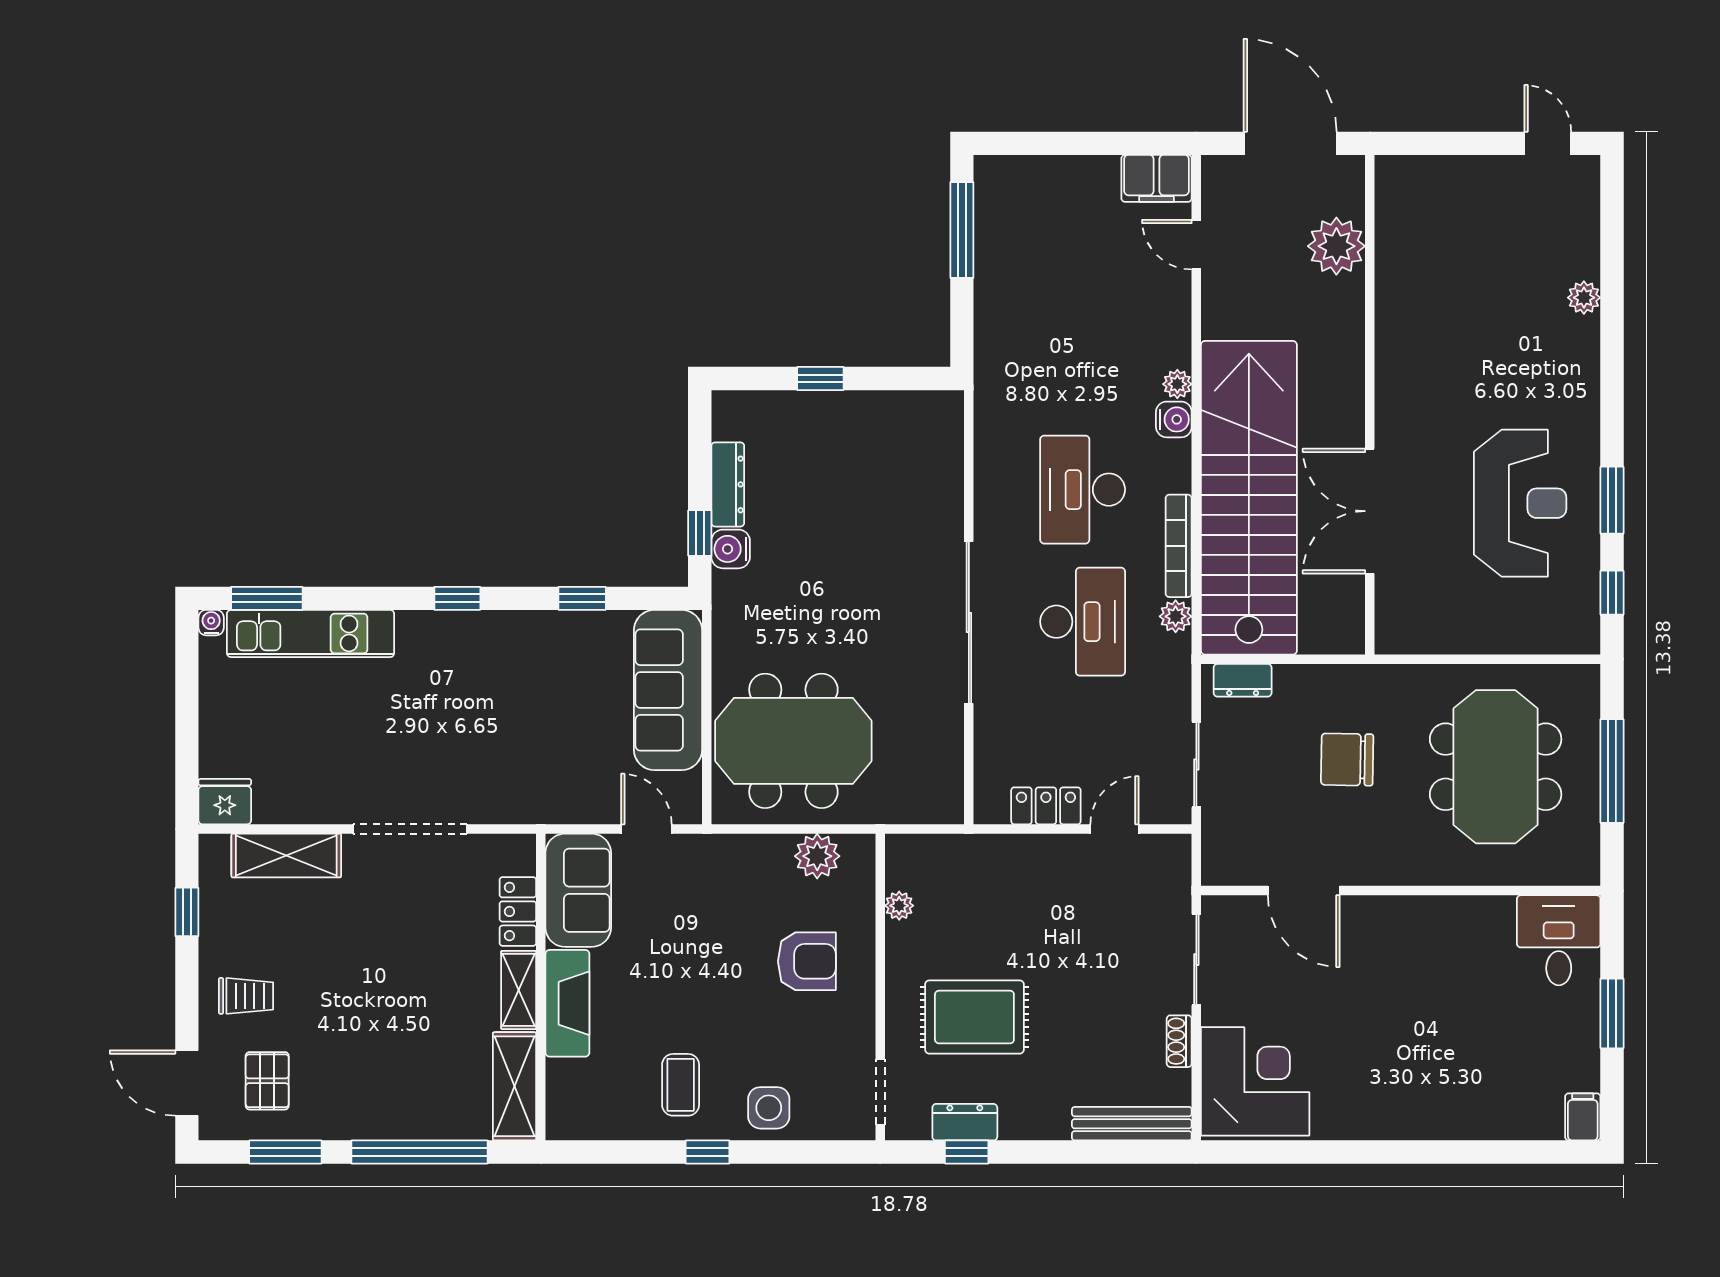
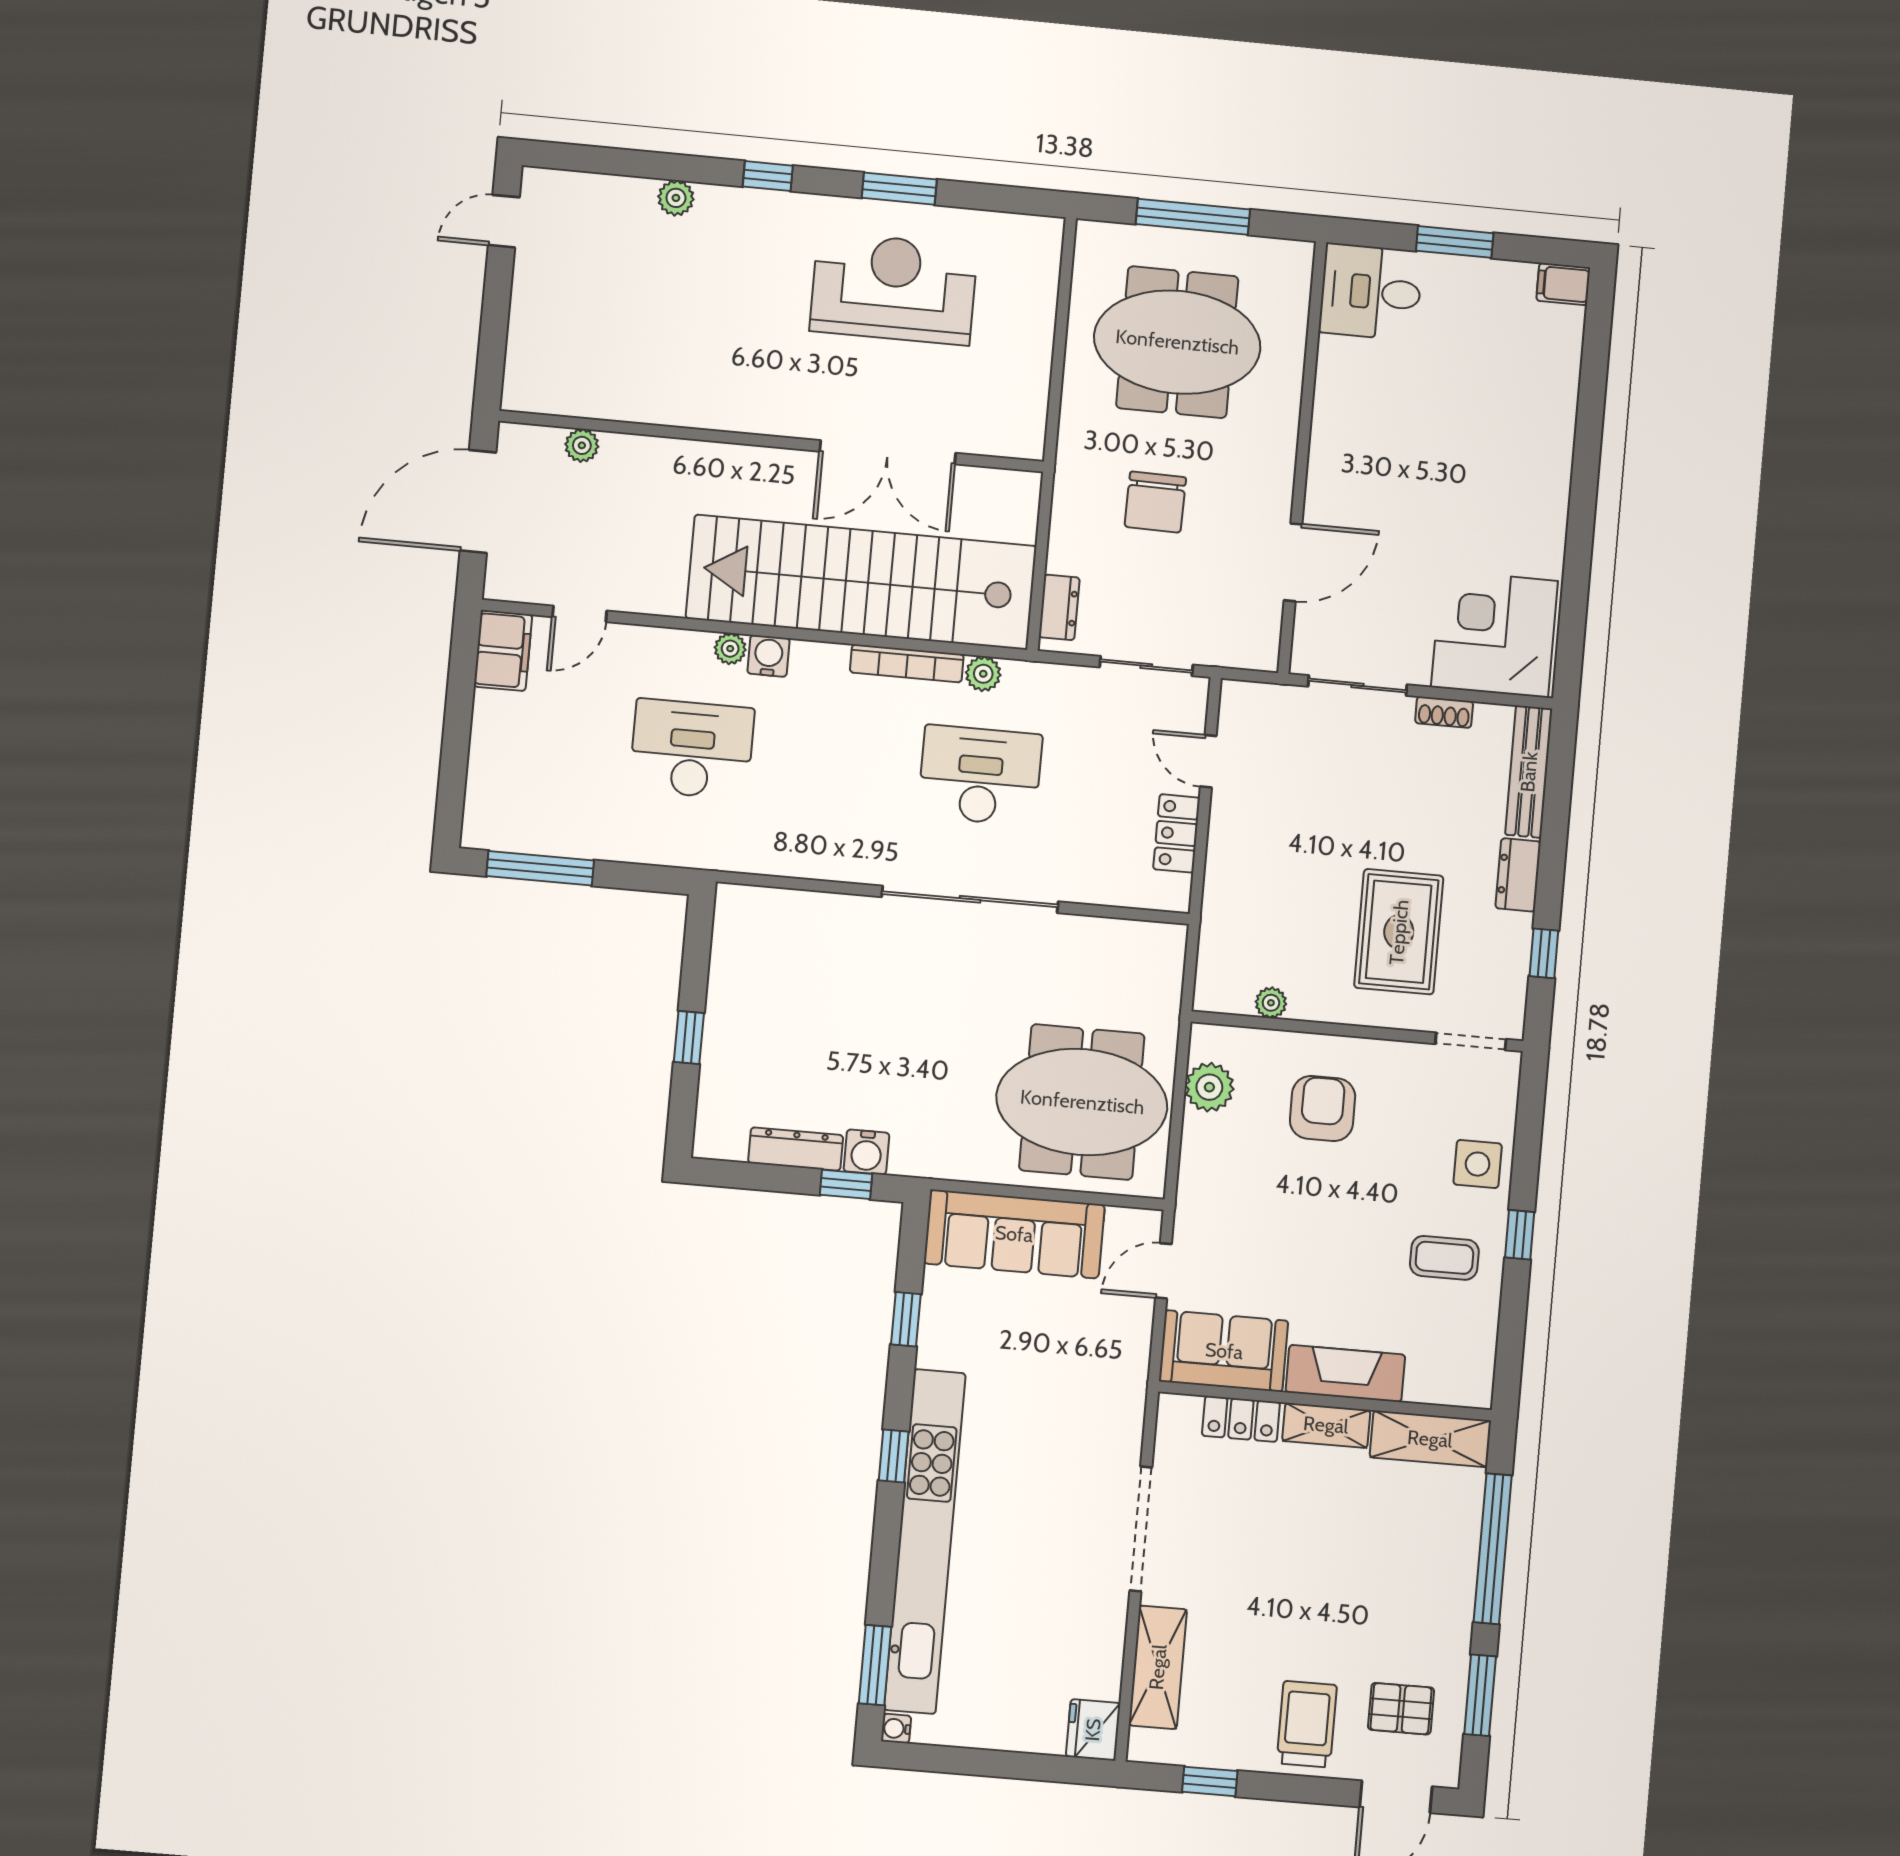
plant: (1336, 246) -> (582, 445), width x0.53, depth x0.53
desk: (1083, 490) -> (692, 749), moved, turned 180
window: (1612, 593) -> (768, 176), moved
kitchen unit: (311, 633) -> (925, 1541), width x1.86
meeting table: (793, 741) -> (1082, 1102), turned 90
trolley: (246, 996) -> (1307, 1724), width x1.36, depth x1.39
dresser: (965, 1122) -> (1518, 875), moved

